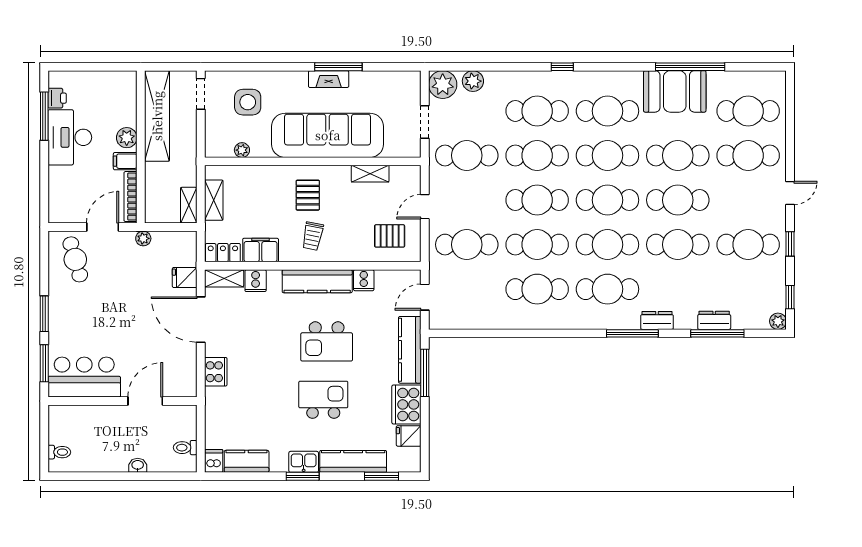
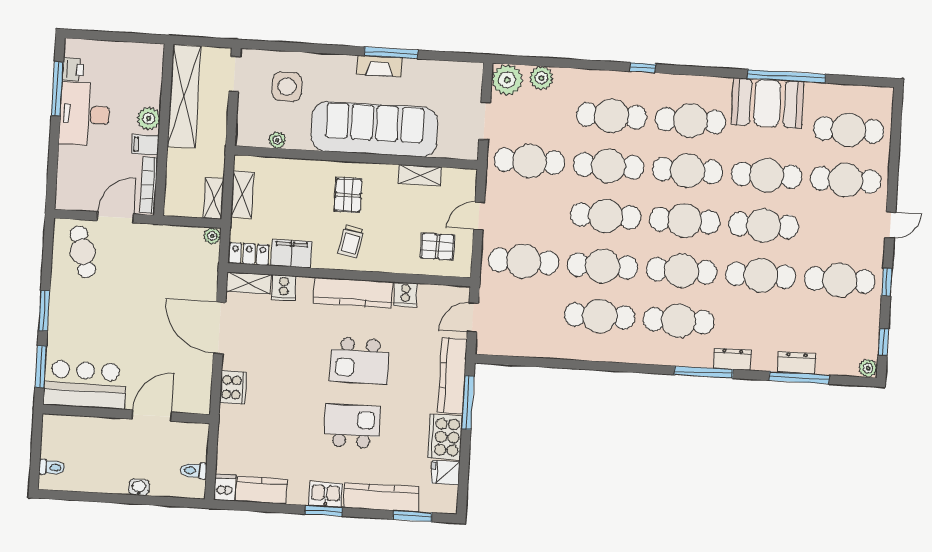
plant: (143, 238) -> (212, 236), moved
fridge: (185, 277) -> (204, 279), removed

